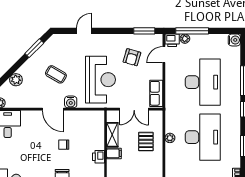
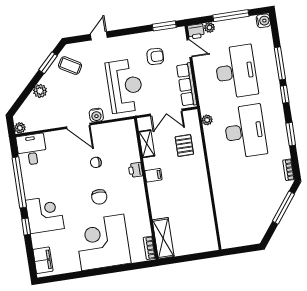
window: (192, 31) -> (231, 16), moved
door: (164, 55) -> (189, 48), swing flipped
armchair: (132, 57) -> (155, 56), turned -104
coffee table: (56, 74) -> (70, 66), moved
plant: (16, 80) -> (40, 91), moved
row of seats: (156, 93) -> (187, 85), width x1.48
plant: (170, 138) -> (207, 120), moved
filing cabinet: (114, 153) -> (153, 175), moved

